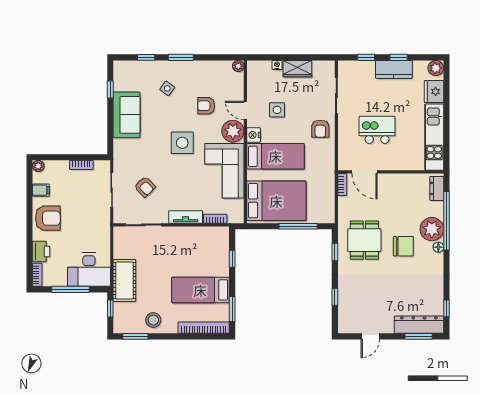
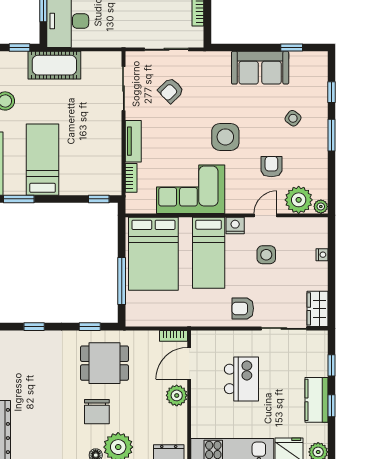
wardrobe: (297, 69) -> (317, 309), moved
plant: (233, 131) -> (299, 200), moved
plant: (390, 182) -> (177, 395), added
window: (232, 259) -> (99, 199), moved

